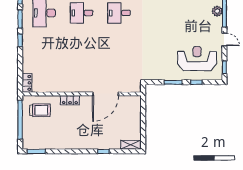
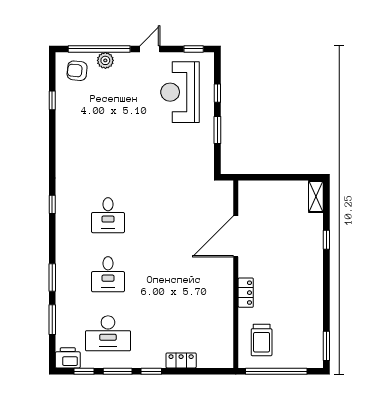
locker: (27, 83) -> (181, 360), moved
door: (106, 94) -> (236, 236), swing flipped
trolley: (40, 110) -> (262, 340), turned 180

